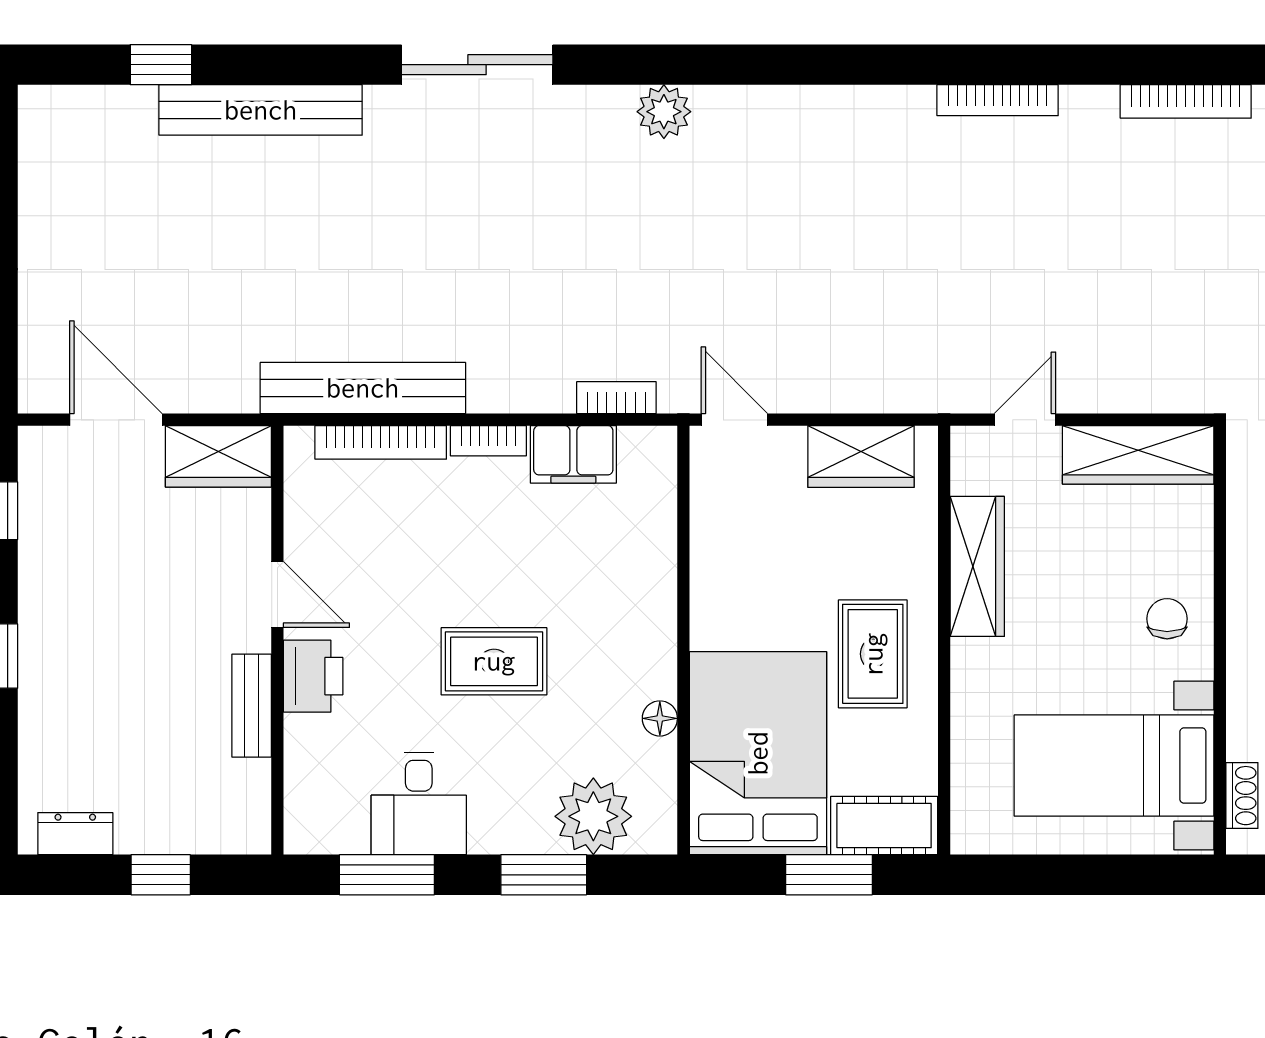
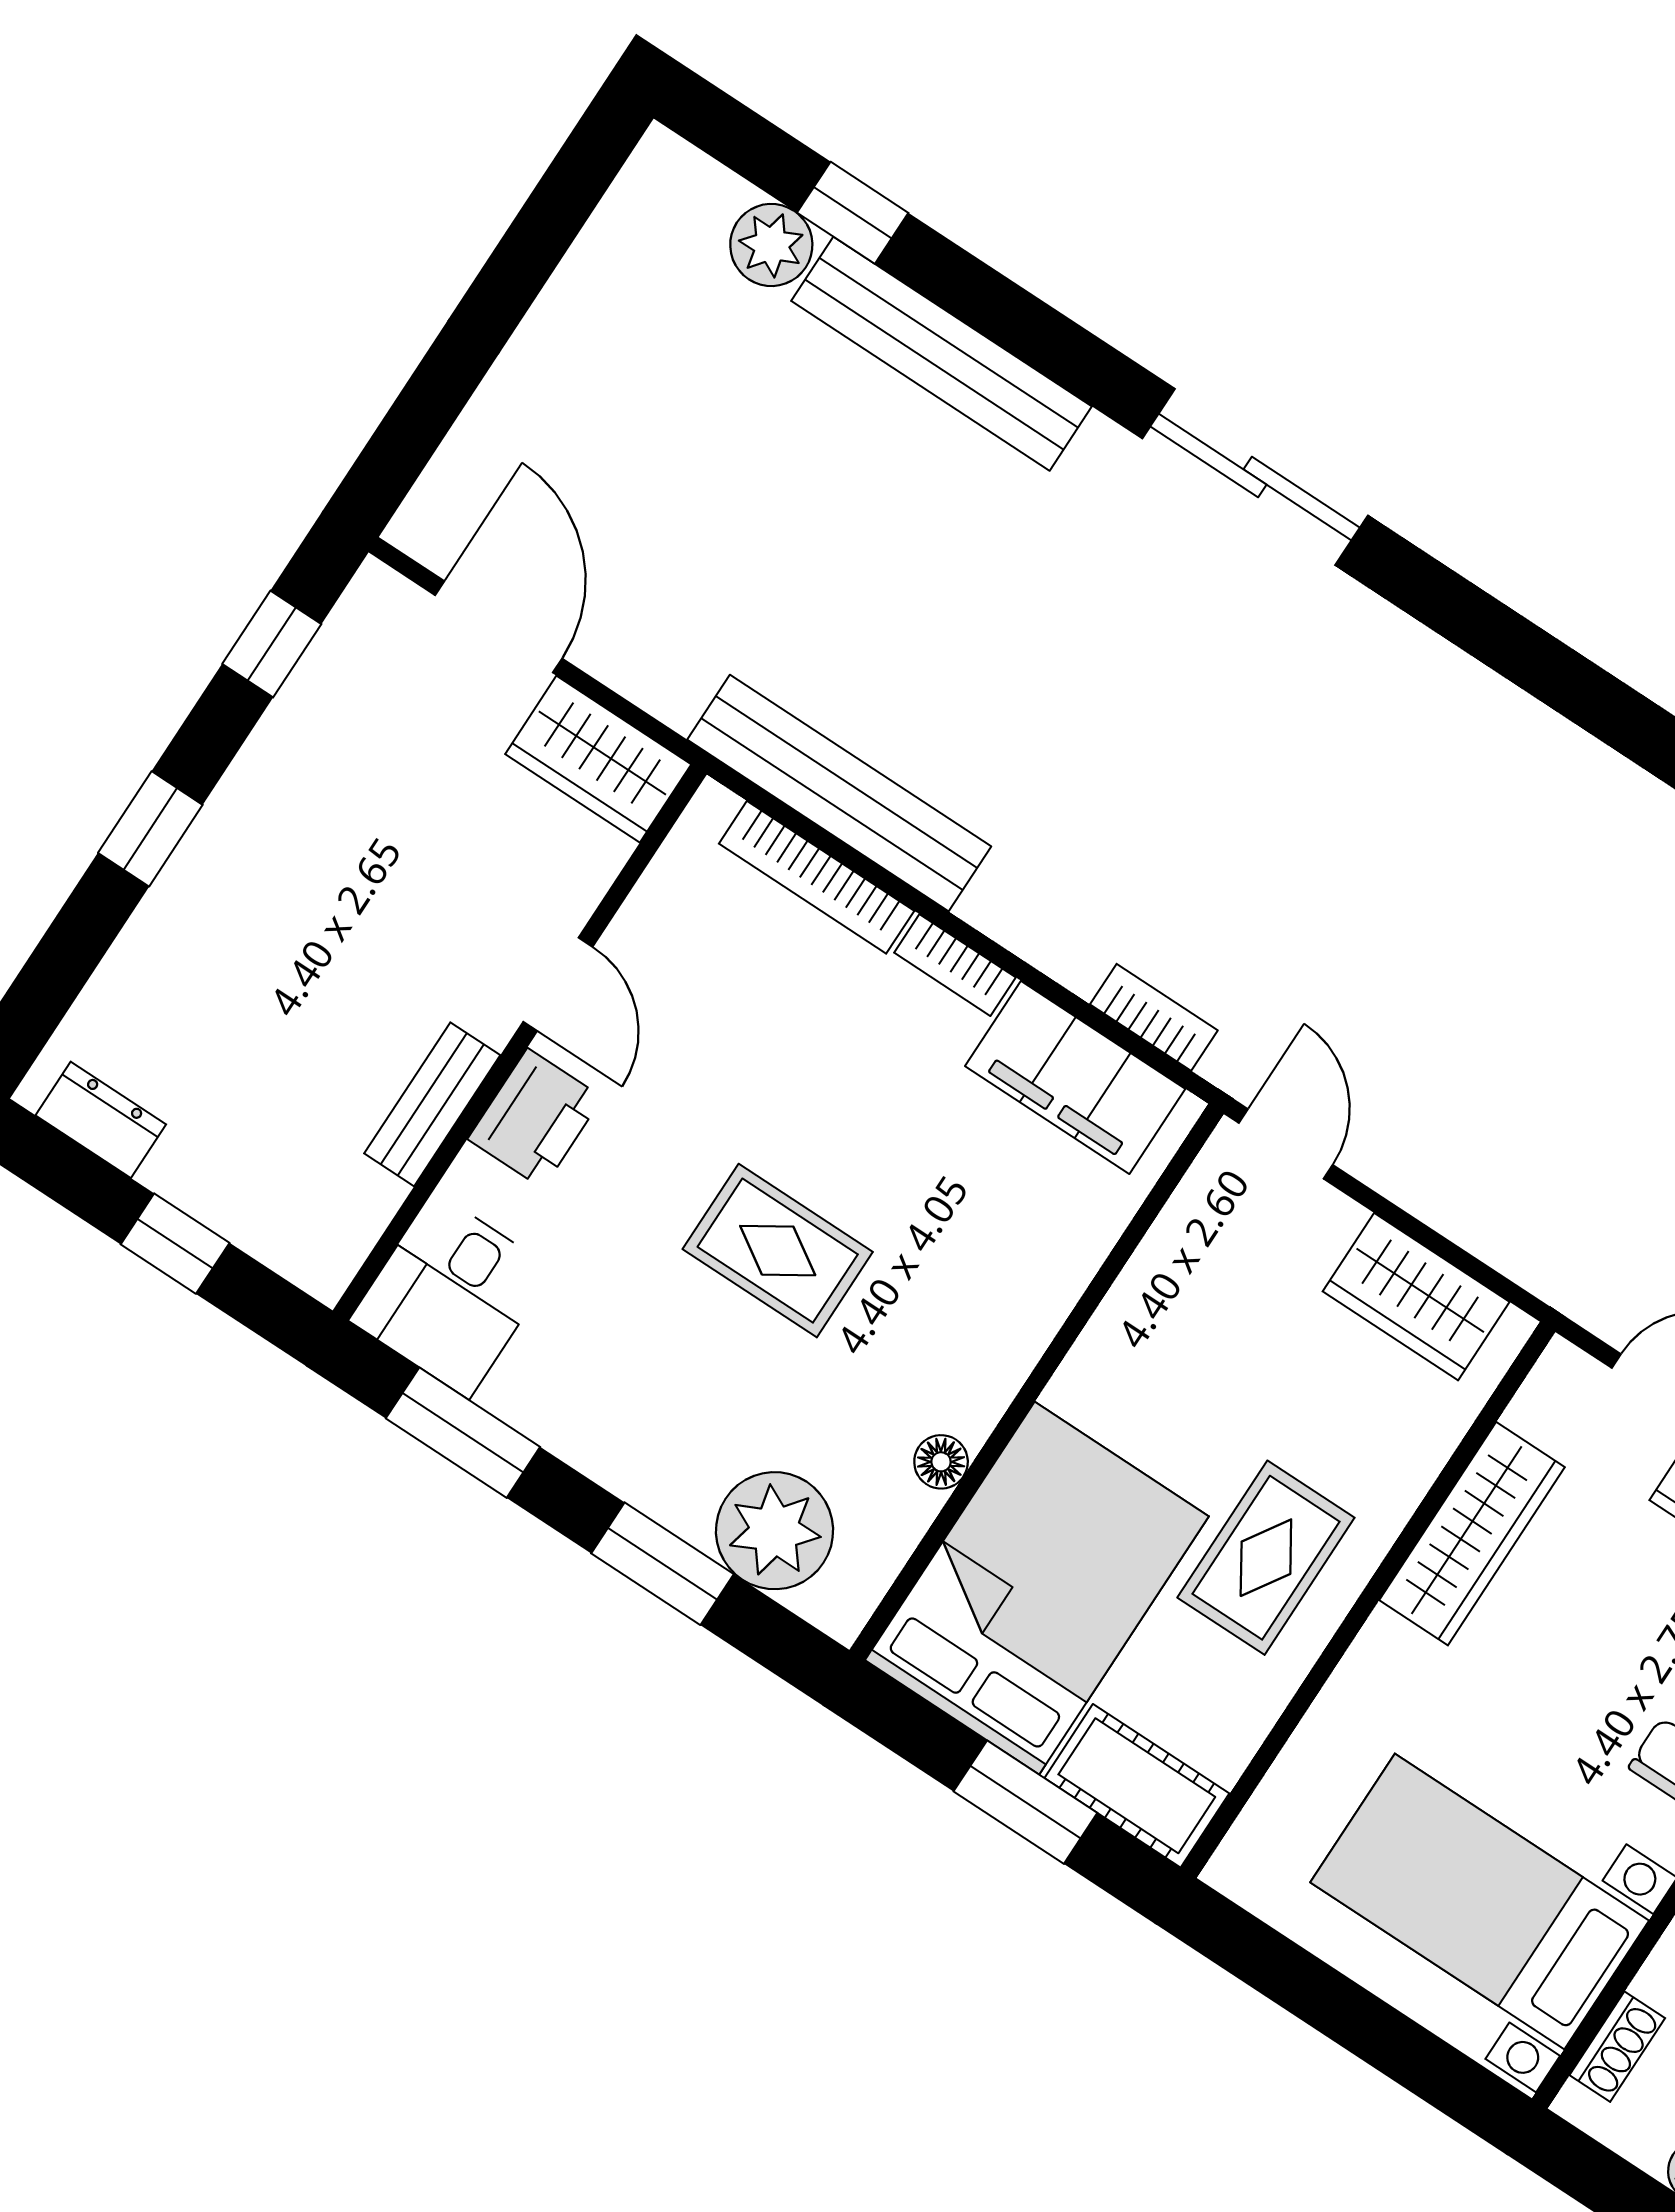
plant: (664, 112) -> (771, 245), moved
filing cabinet: (573, 454) -> (1075, 1077), width x1.50, depth x1.17
desk: (419, 803) -> (451, 1295), moved

